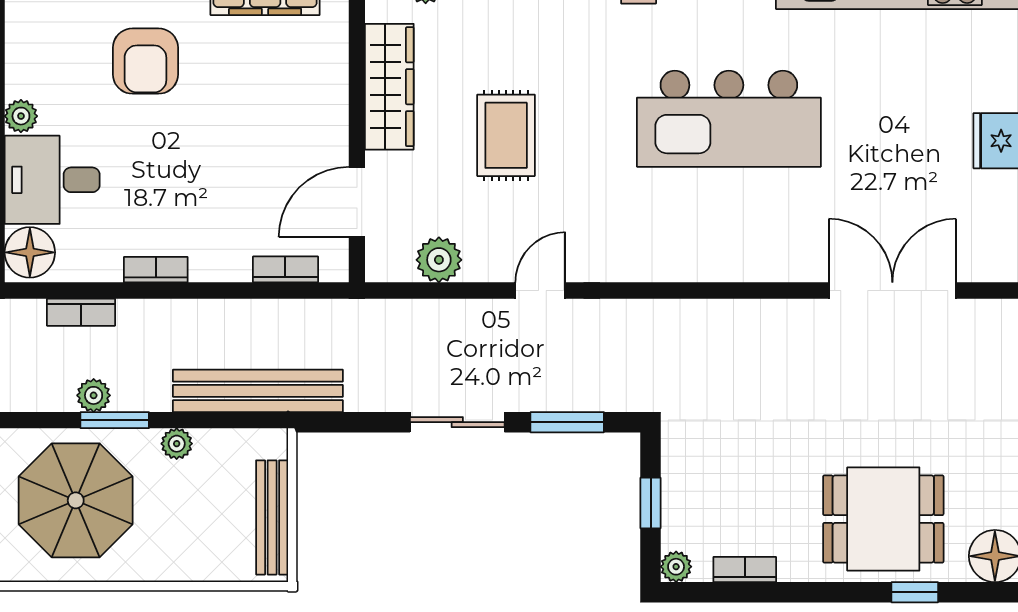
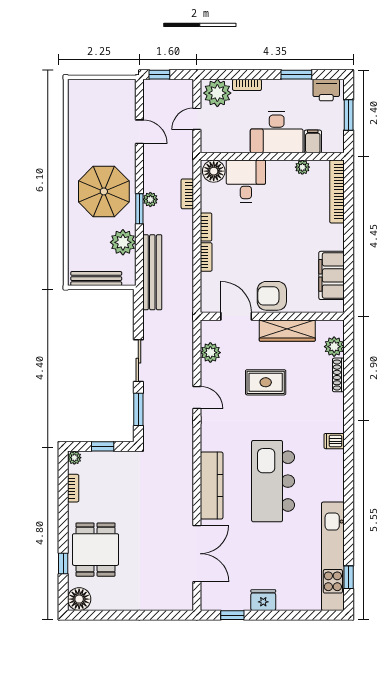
armchair: (145, 61) -> (272, 296), moved
plant: (21, 116) -> (302, 167), moved
kitchen counter: (739, 257) -> (212, 486), added
bookcase: (285, 269) -> (206, 257), moved
plant: (177, 444) -> (123, 242), width x1.88, depth x1.88

